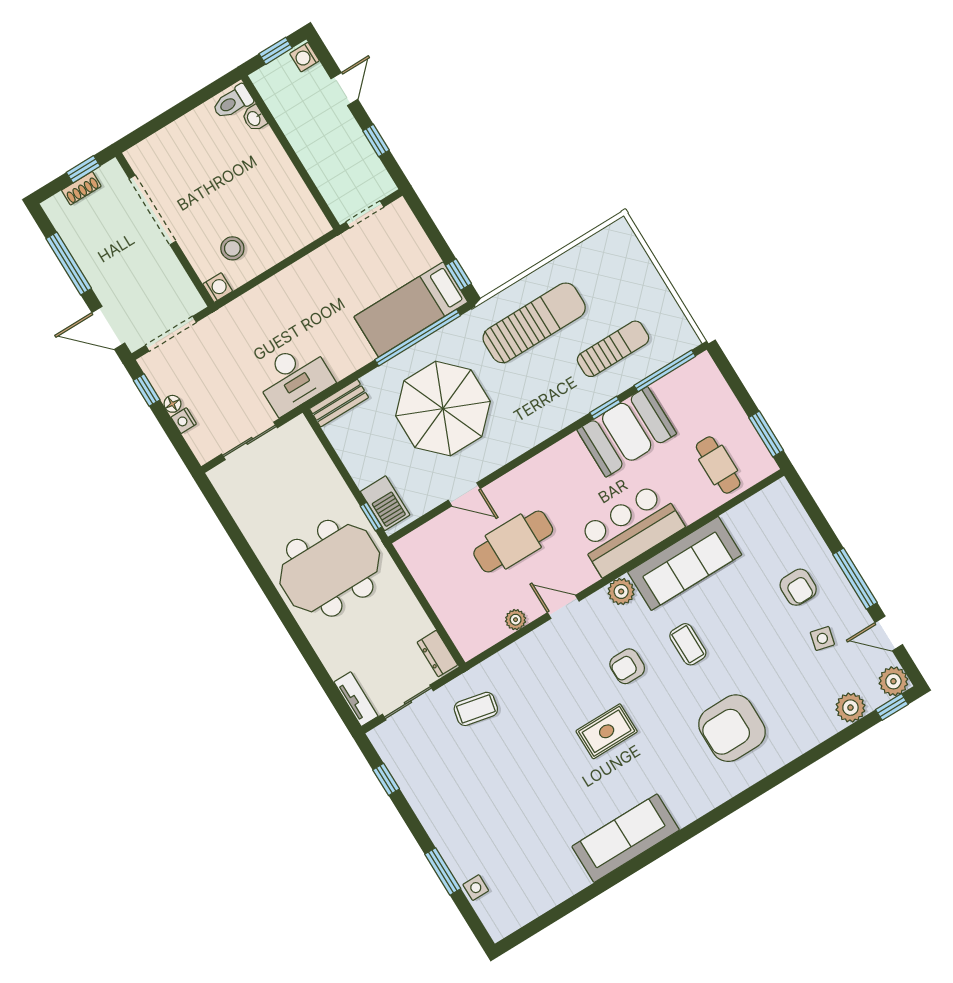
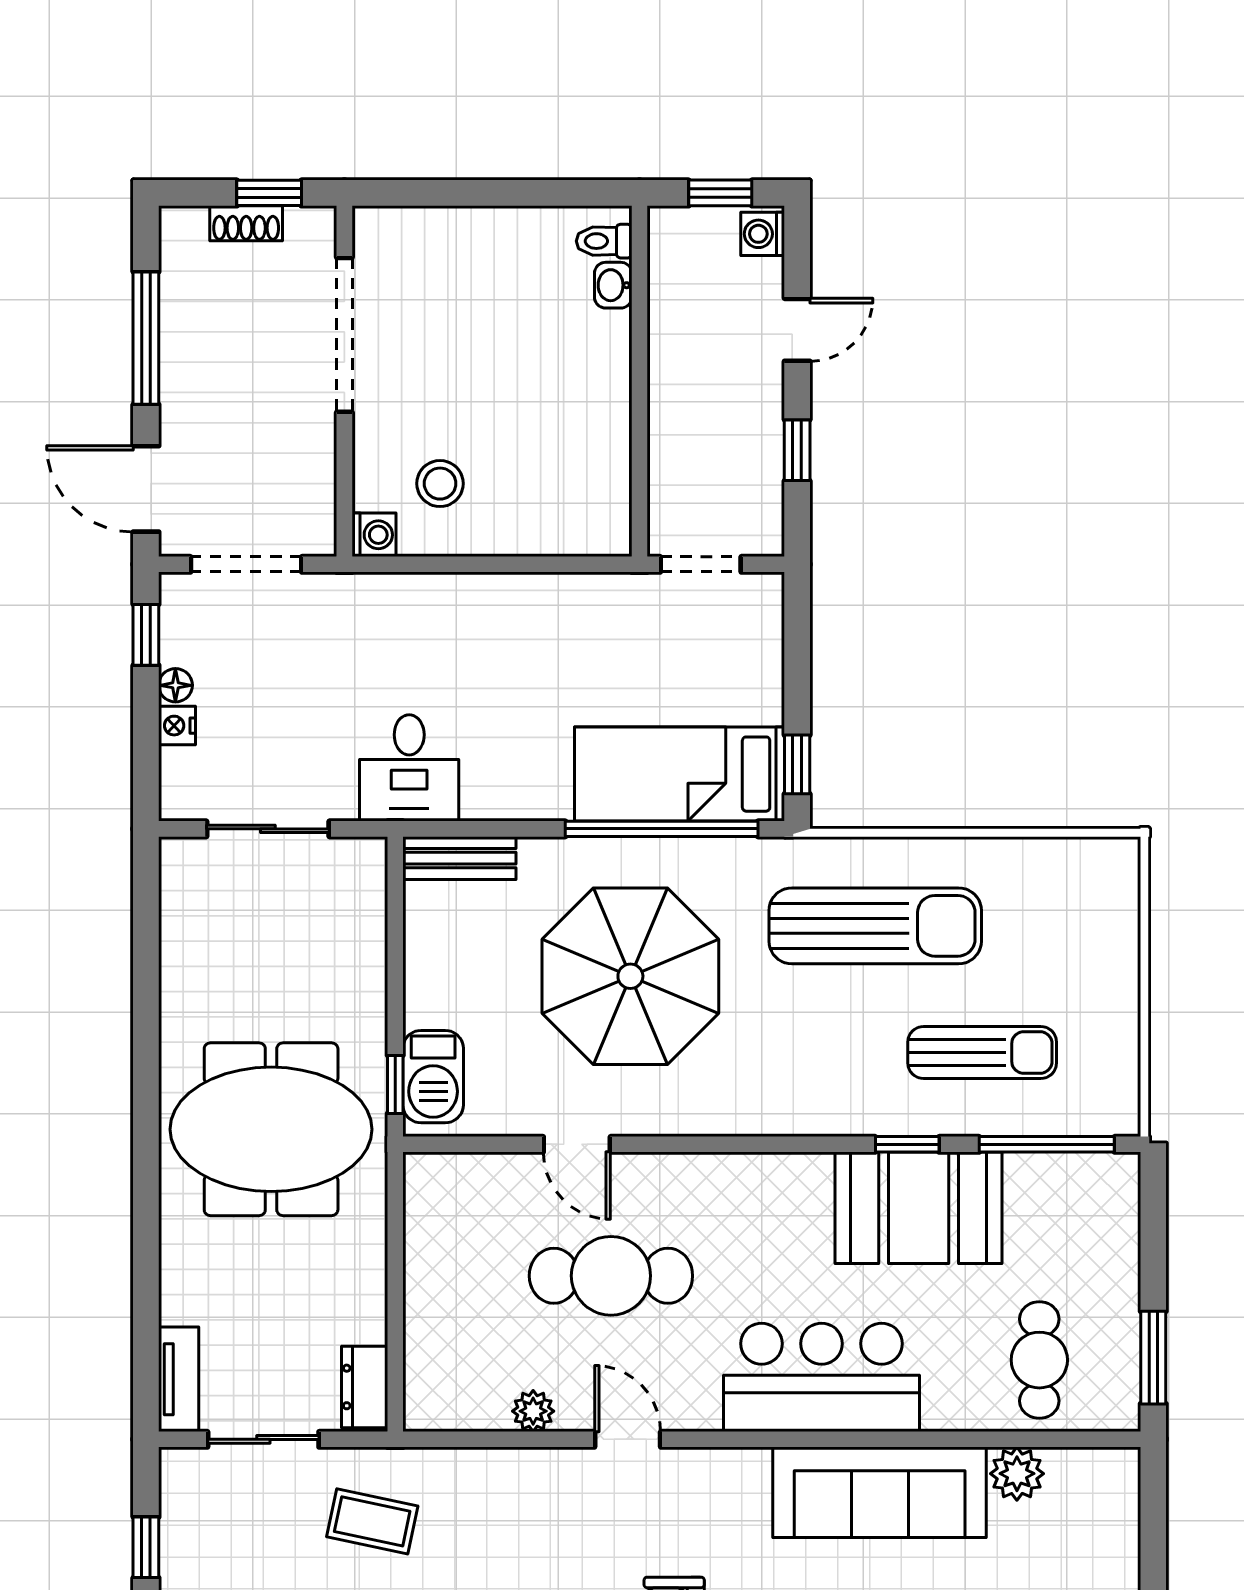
toilet: (233, 102) -> (604, 241), width x0.73, depth x0.72
desk: (294, 378) -> (409, 768), width x0.73
plant: (621, 592) -> (1017, 1474), moved

